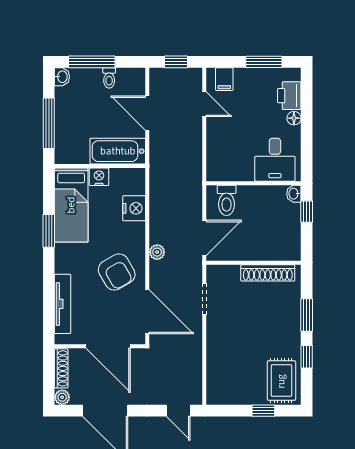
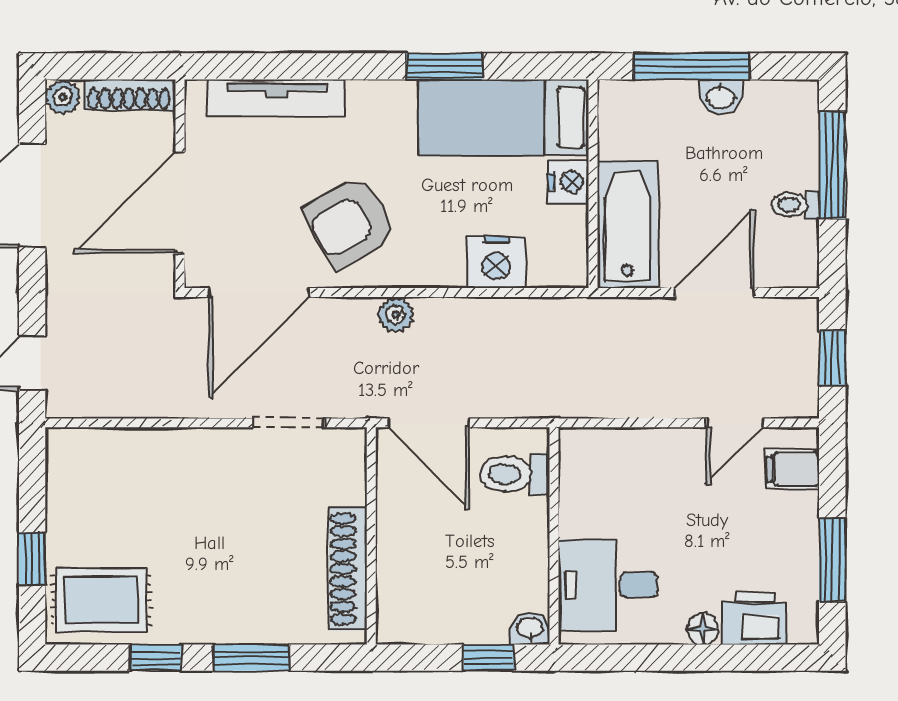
washbasin: (62, 77) -> (720, 96), moved

